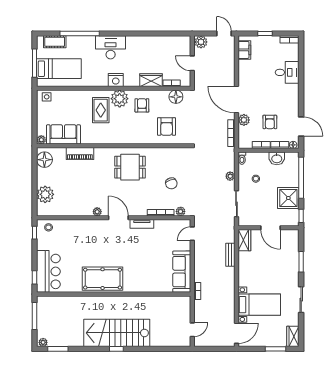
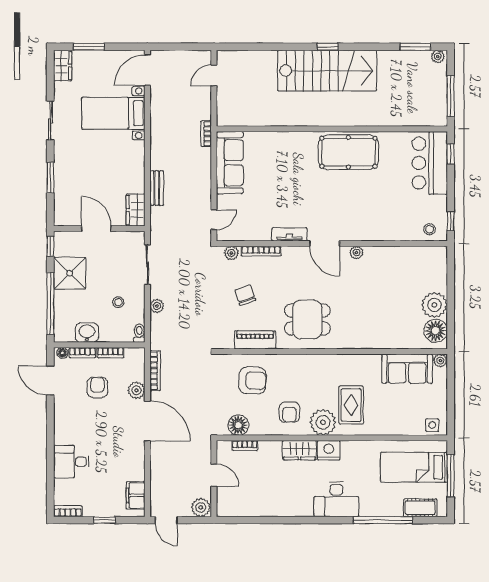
wardrobe: (151, 80) -> (299, 450), moved
armchair: (167, 127) -> (252, 380), turned 92
piano: (80, 154) -> (255, 340), moved
plant: (45, 194) -> (434, 305), moved

